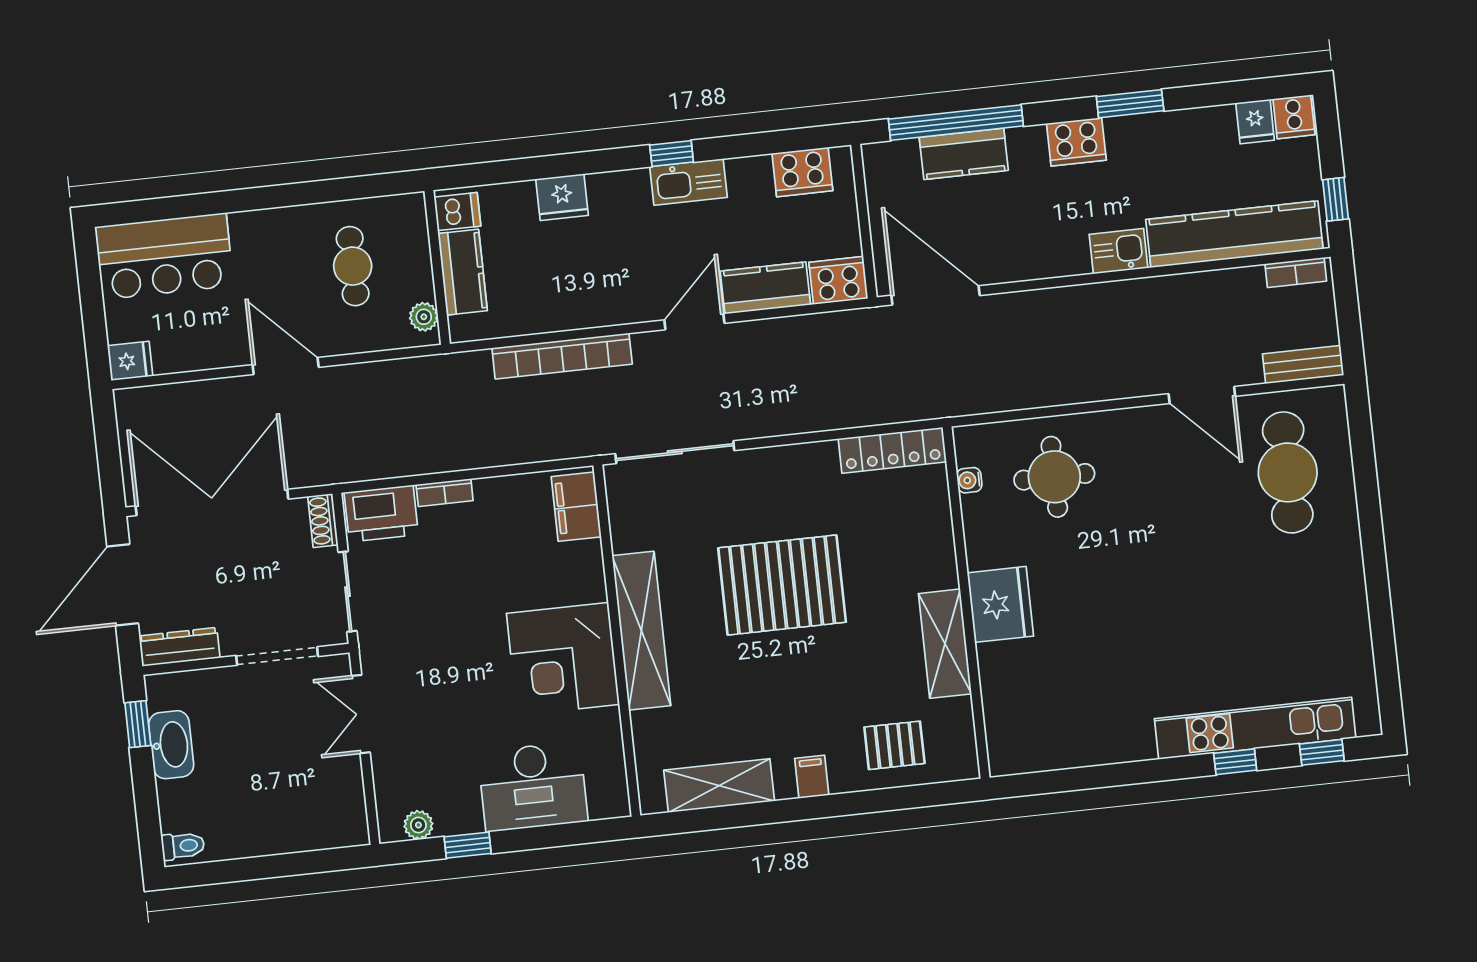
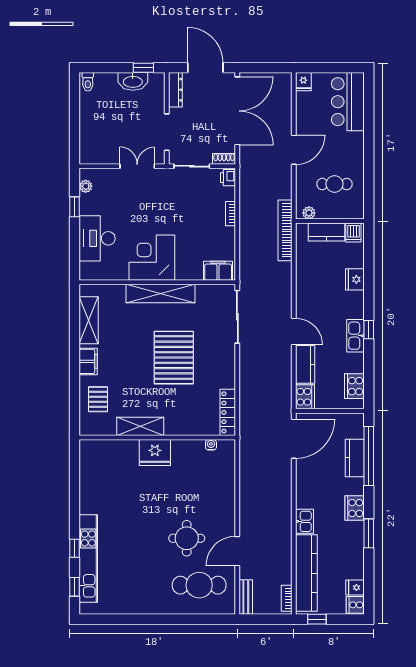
bookcase: (562, 356) -> (285, 230), moved
round table: (1054, 477) -> (187, 538), moved
printer: (381, 514) -> (228, 178), width x0.53, depth x0.68
filing cabinet: (812, 777) -> (88, 361), width x2.00

